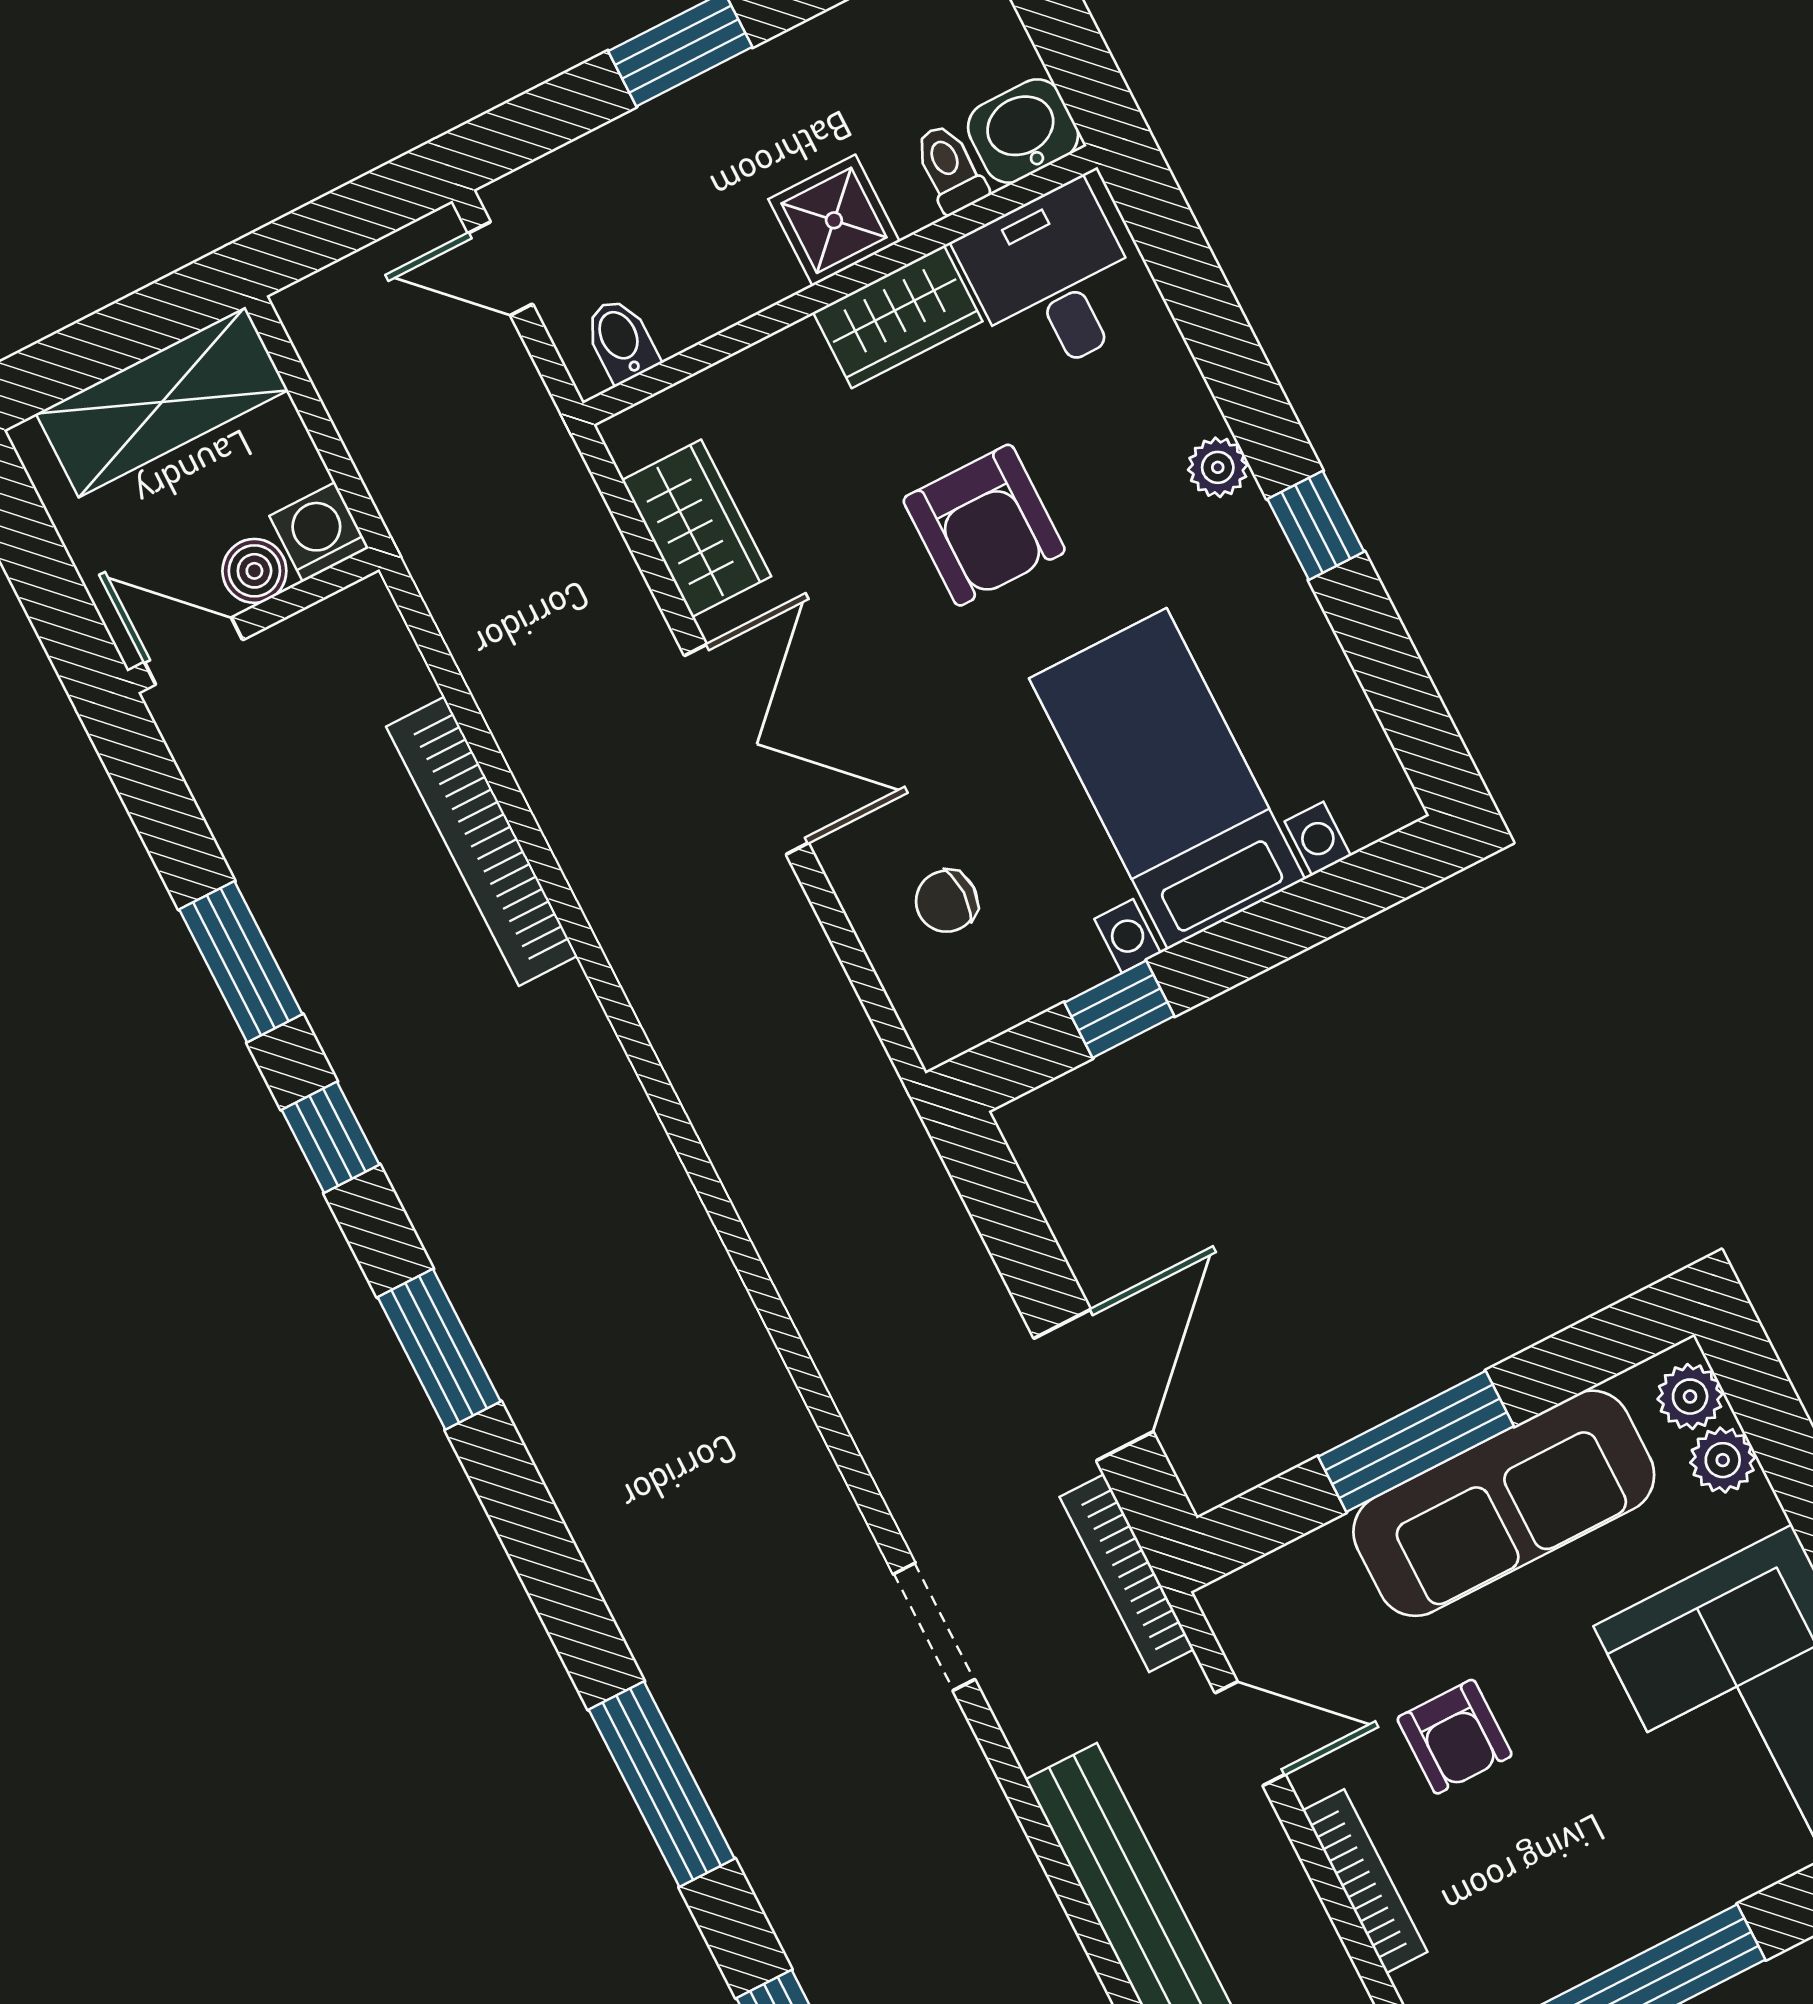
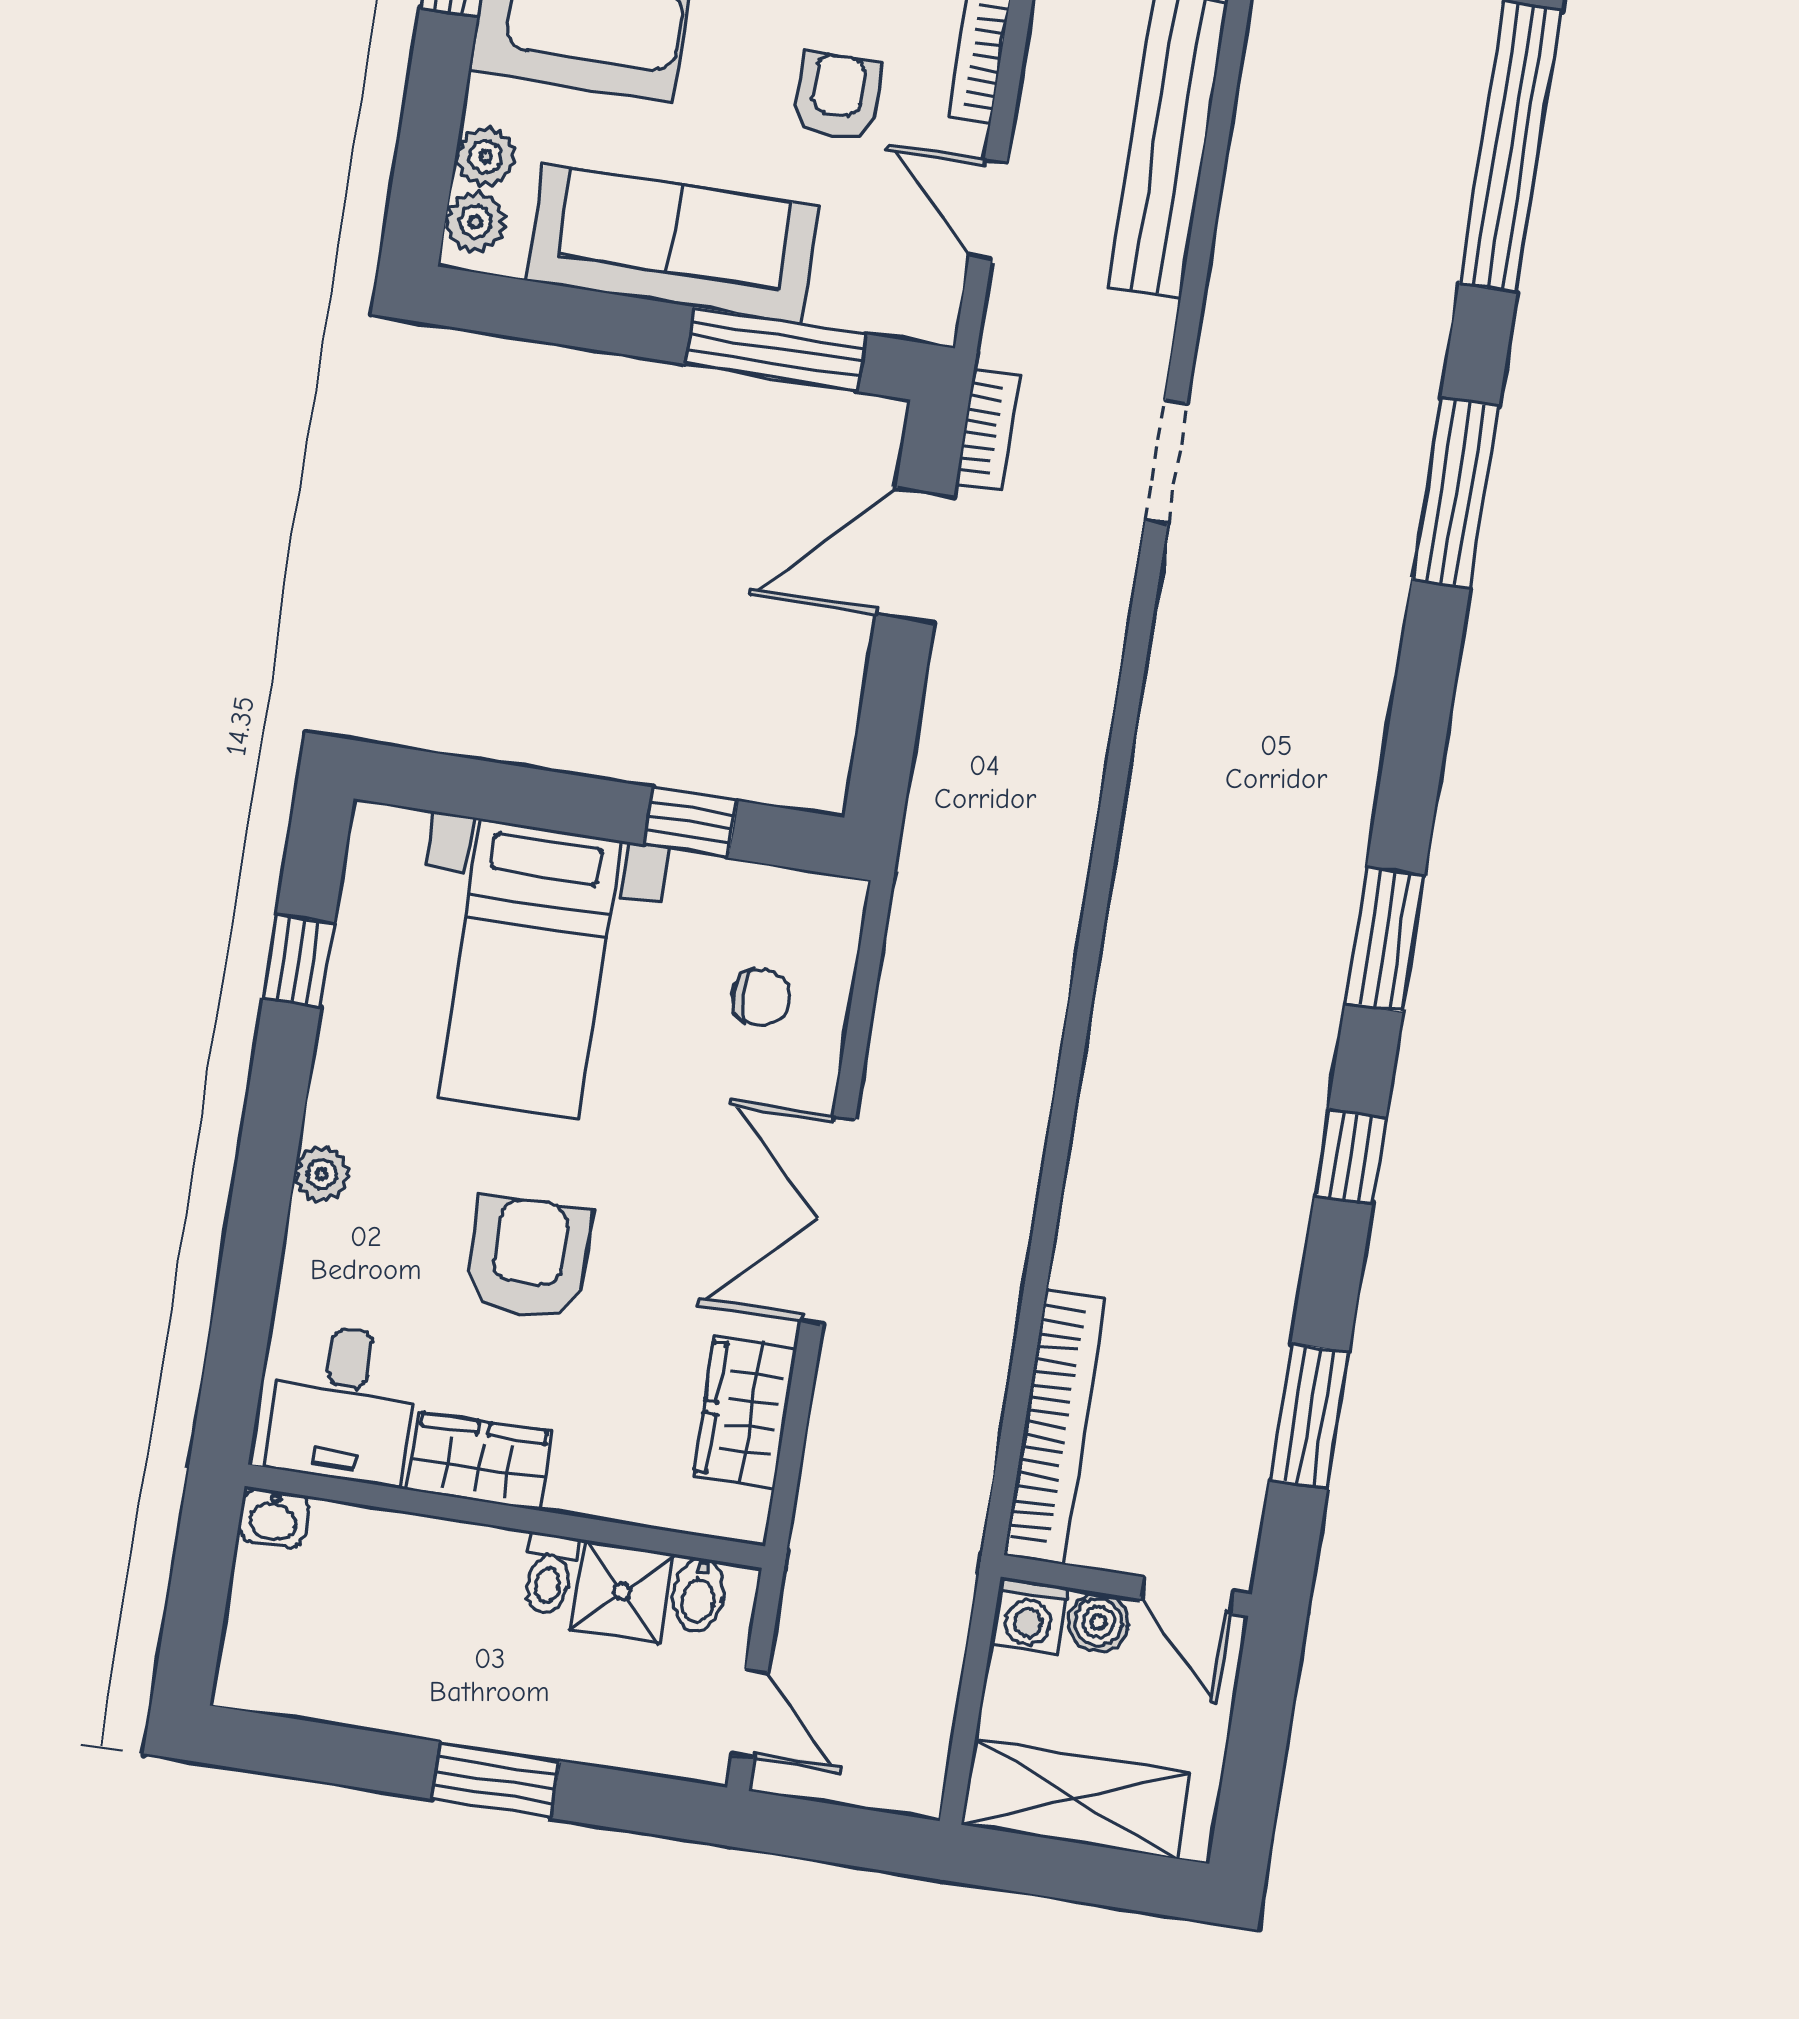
washbasin: (1023, 131) -> (273, 1518), width x0.72, depth x0.69
toilet: (950, 168) -> (549, 1574), moved
shower: (834, 220) -> (622, 1592), moved
window: (1316, 525) -> (299, 960), moved
bookcase: (482, 841) -> (1055, 1427), moved
window: (241, 962) -> (1309, 1416), moved
window: (1416, 1441) -> (776, 349), moved
bookcase: (1127, 1573) -> (988, 429), width x0.64

